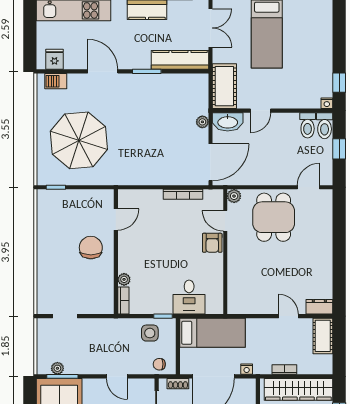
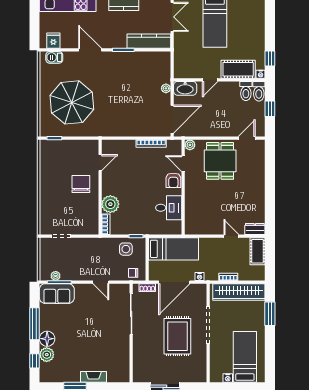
cot: (224, 86) -> (238, 69), moved, turned 90
plant: (124, 279) -> (110, 204), width x1.87, depth x1.87
desk: (189, 297) -> (169, 208), moved, turned -90

